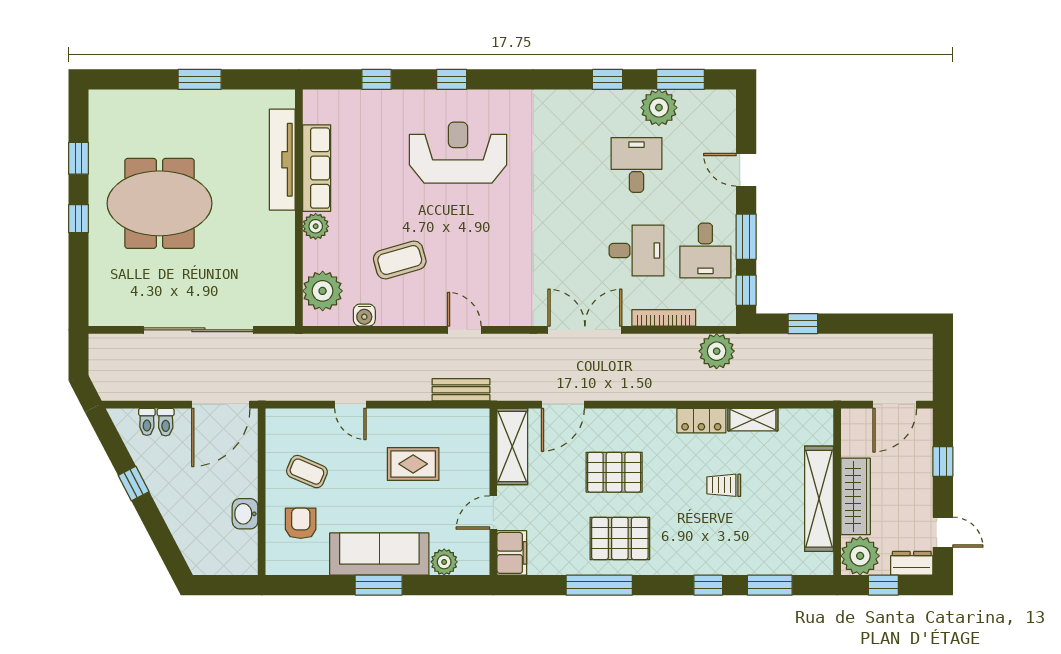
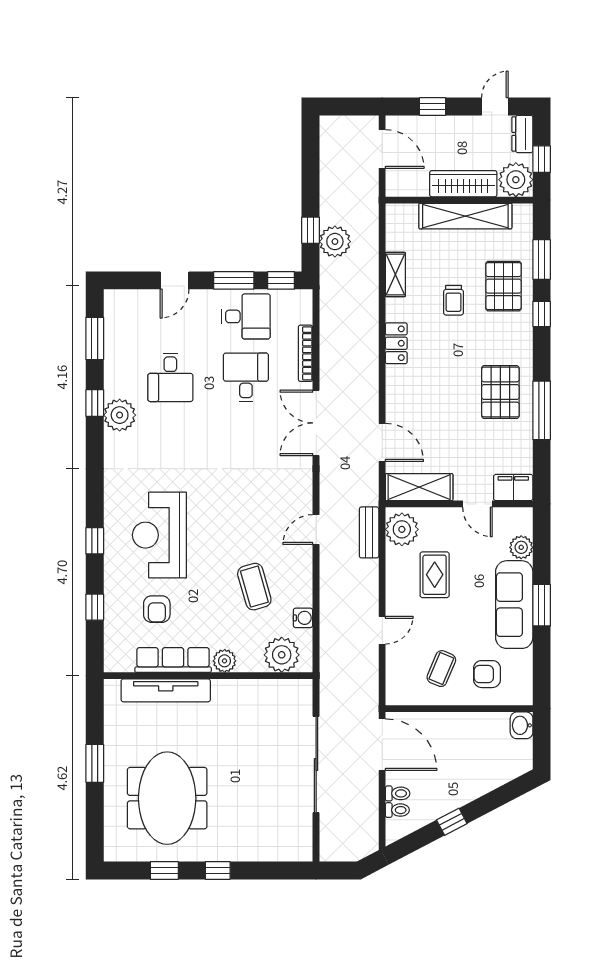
plant: (659, 108) -> (120, 415), moved
armchair: (374, 150) -> (157, 609), added
desk: (636, 165) -> (170, 377), turned -90
meeting table: (159, 203) -> (167, 798), moved
plant: (717, 351) -> (335, 242), moved
locker: (701, 421) -> (396, 343), moved
plant: (464, 427) -> (402, 529), added
pallet: (614, 472) -> (503, 286), moved
washbasin: (245, 514) -> (522, 725), moved, turned 90

